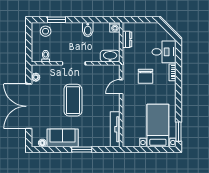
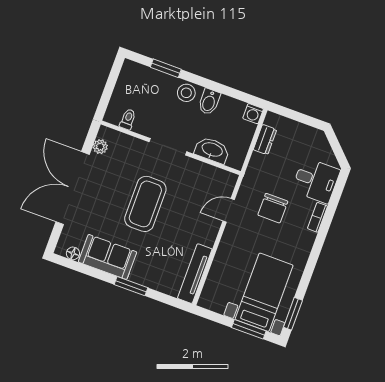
stool: (46, 31) -> (186, 93), moved
washbasin: (110, 56) -> (212, 150), moved
window: (157, 149) -> (249, 329), added

